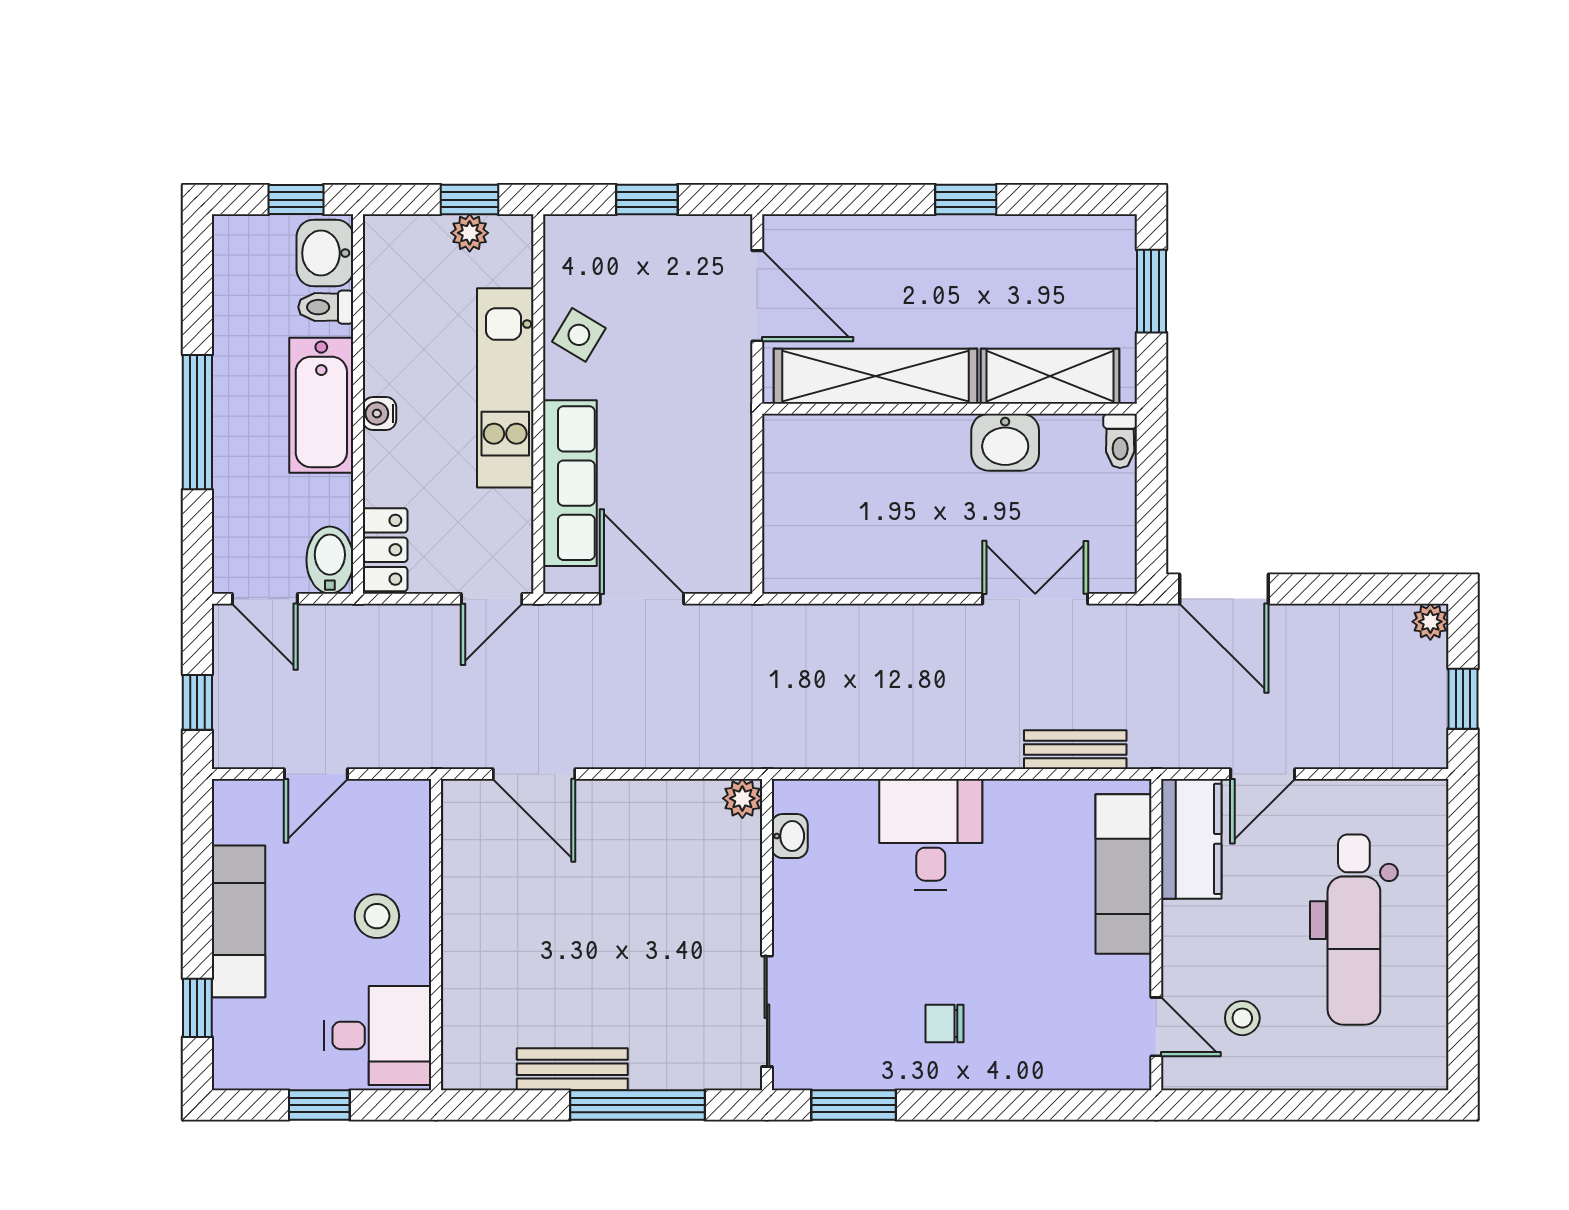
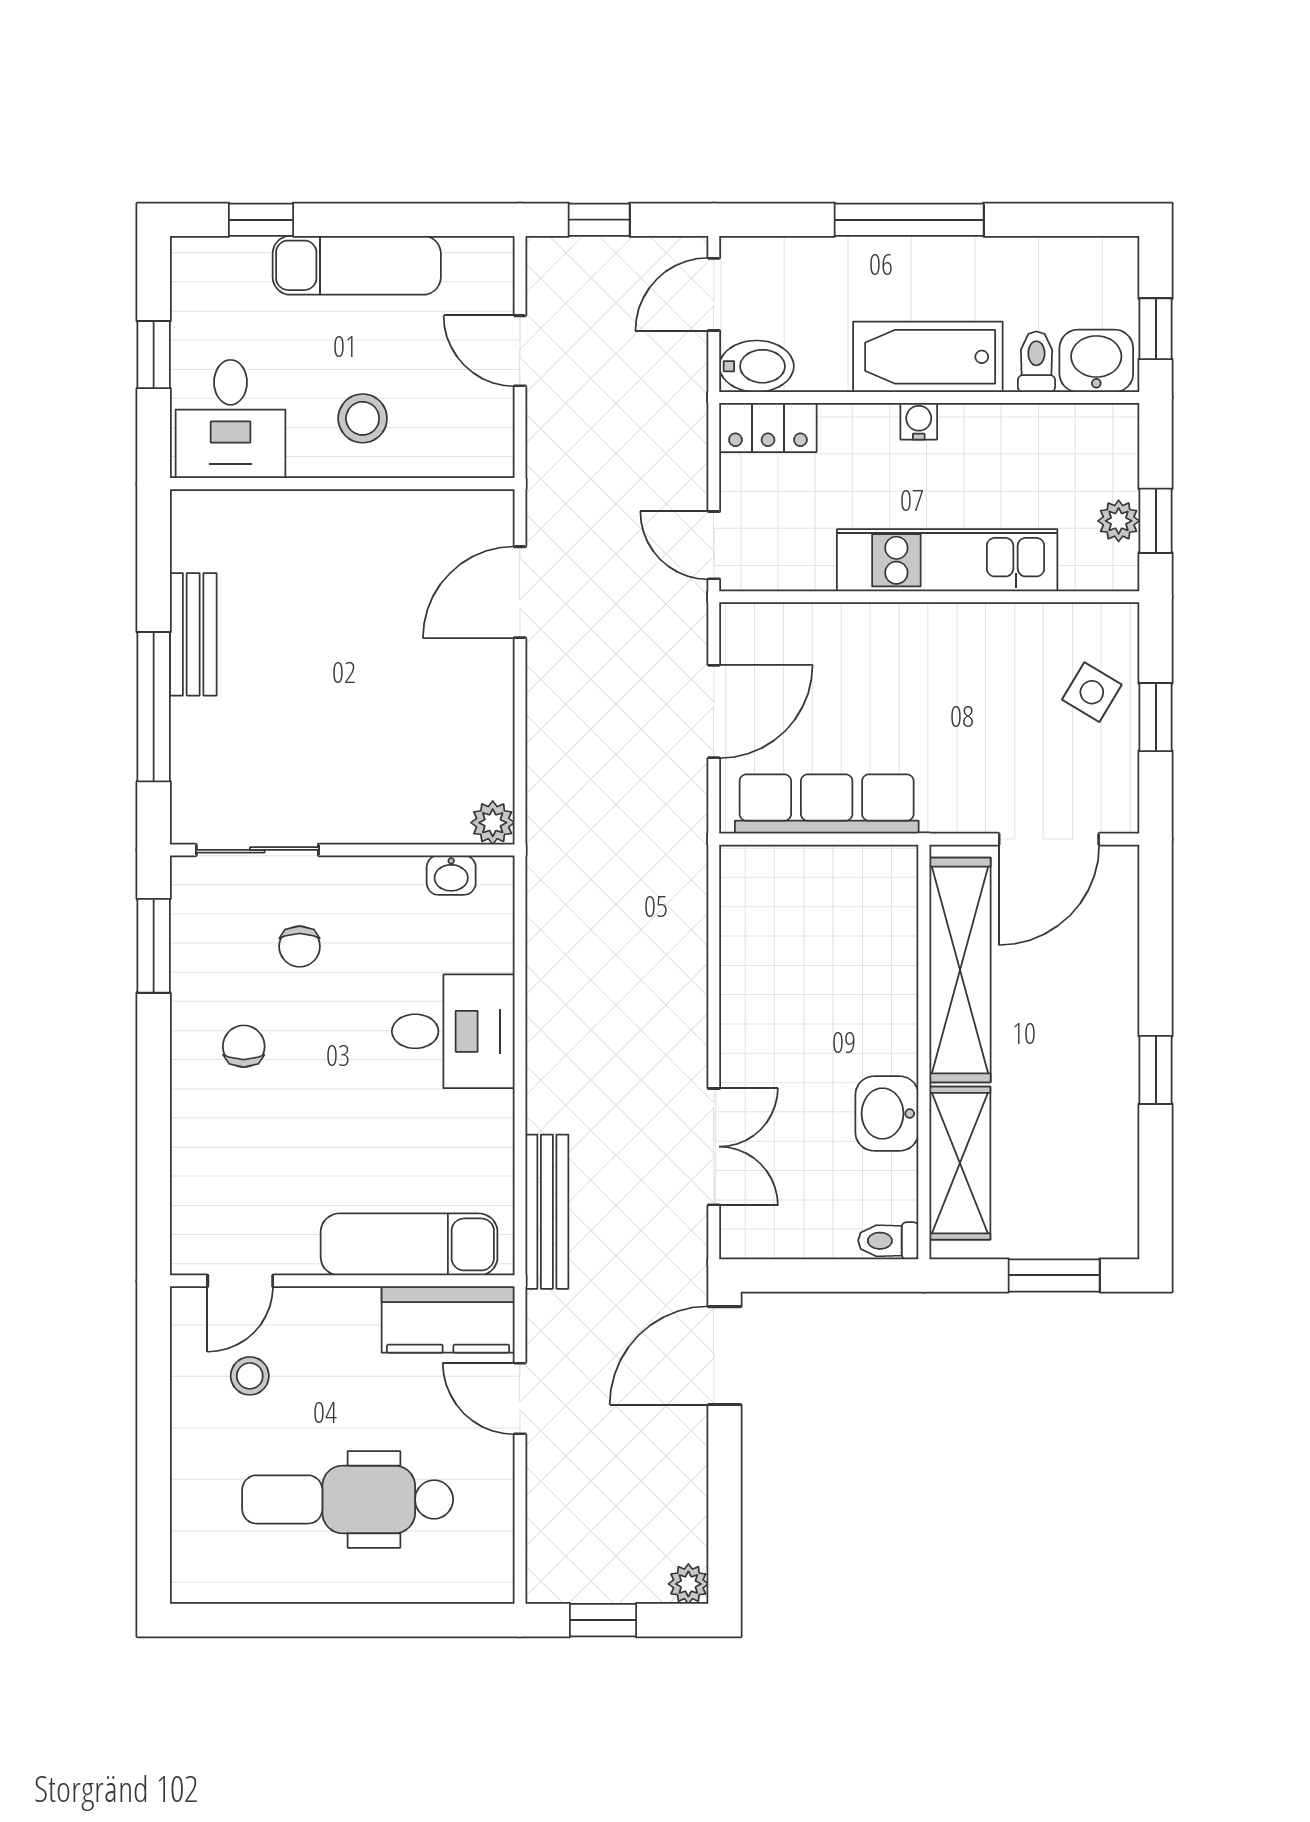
side table: (579, 335) -> (1092, 692), moved
row of seats: (570, 483) -> (827, 804), moved, turned 180
bench: (1075, 750) -> (547, 1212), width x1.36
chair: (854, 973) -> (300, 946), added

